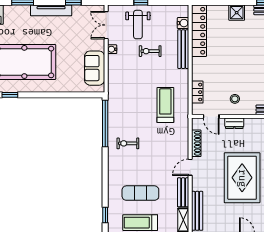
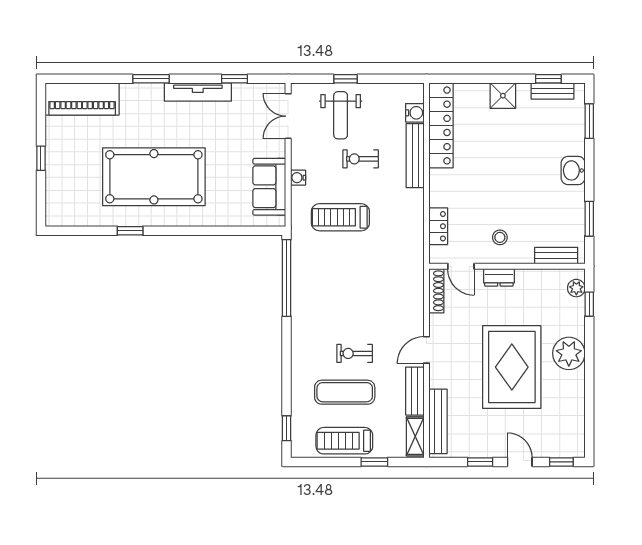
water cooler: (112, 49) -> (298, 178), moved
treadmill: (165, 105) -> (340, 217), moved, turned -90
exercise bike: (128, 143) -> (355, 353), moved
shoe rack: (196, 143) -> (436, 291), moved

